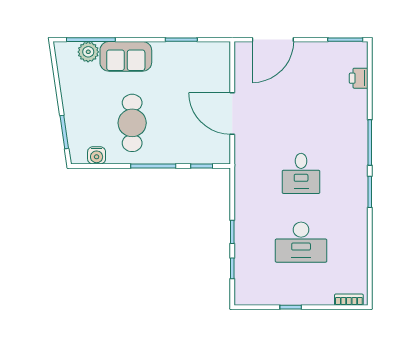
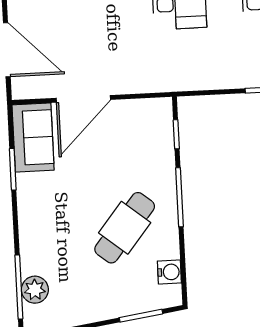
sofa: (126, 56) -> (33, 137), moved
door: (232, 114) -> (83, 99), moved
cafe table: (132, 123) -> (125, 228), turned -51

